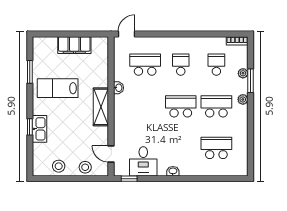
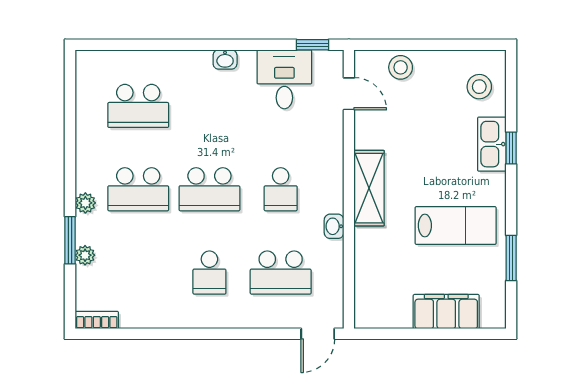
filing cabinet: (74, 45) -> (446, 312), moved
school desk: (216, 65) -> (281, 189), moved
stool: (59, 166) -> (479, 87), moved

